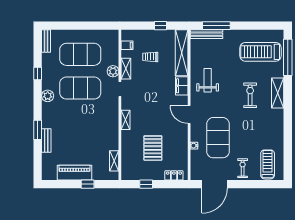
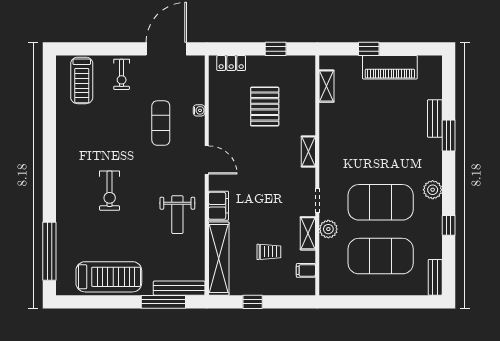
treadmill: (261, 52) -> (109, 277), moved
shelving: (278, 93) -> (66, 194), removed
exercise mat: (218, 138) -> (161, 123), width x0.50, depth x0.69

